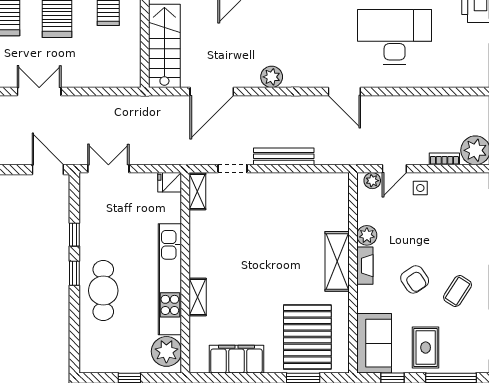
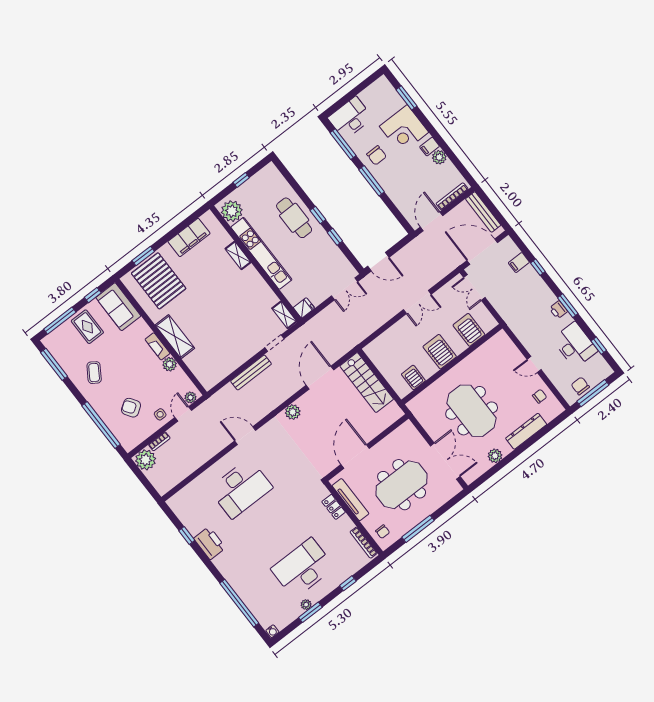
armchair: (415, 279) -> (131, 408), moved

